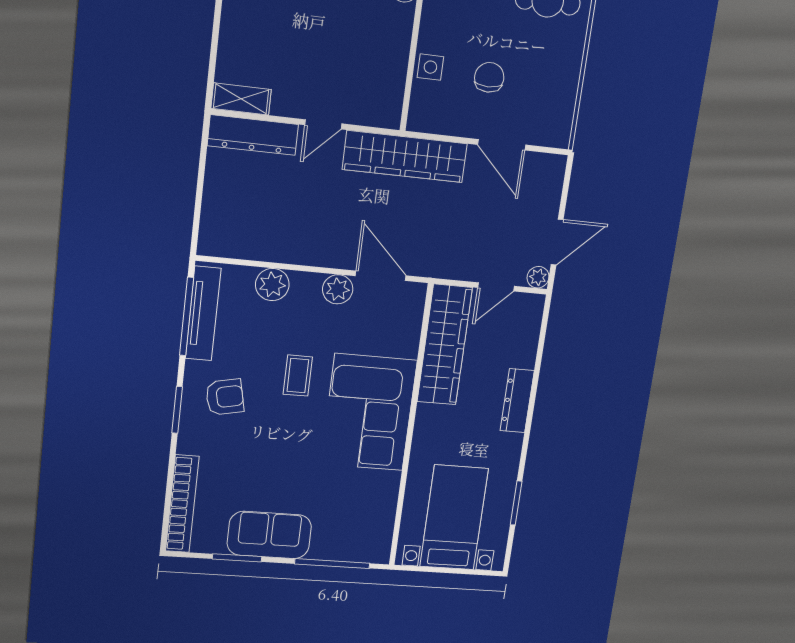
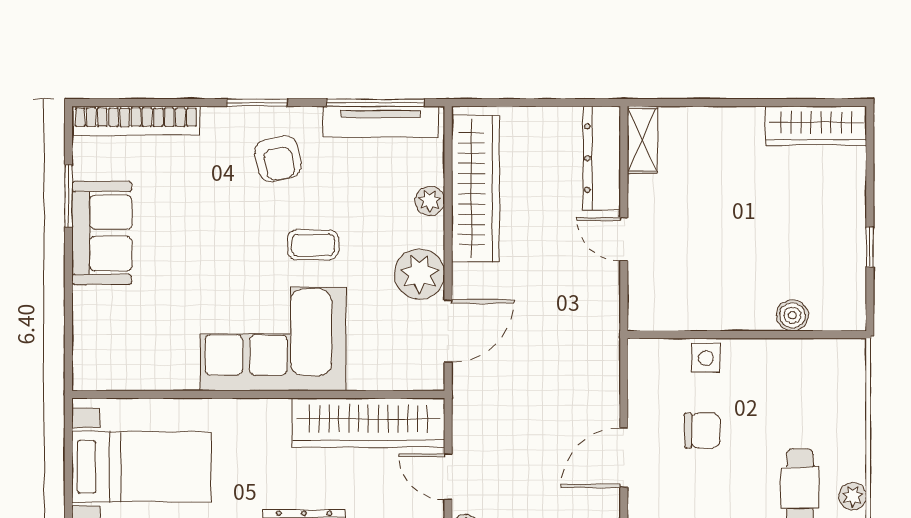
wardrobe: (405, 157) -> (475, 189), moved, turned 180
plant: (272, 285) -> (430, 201), width x0.73, depth x0.73
plant: (338, 289) -> (419, 274), width x1.36, depth x1.36
window: (332, 564) -> (68, 317), removed

